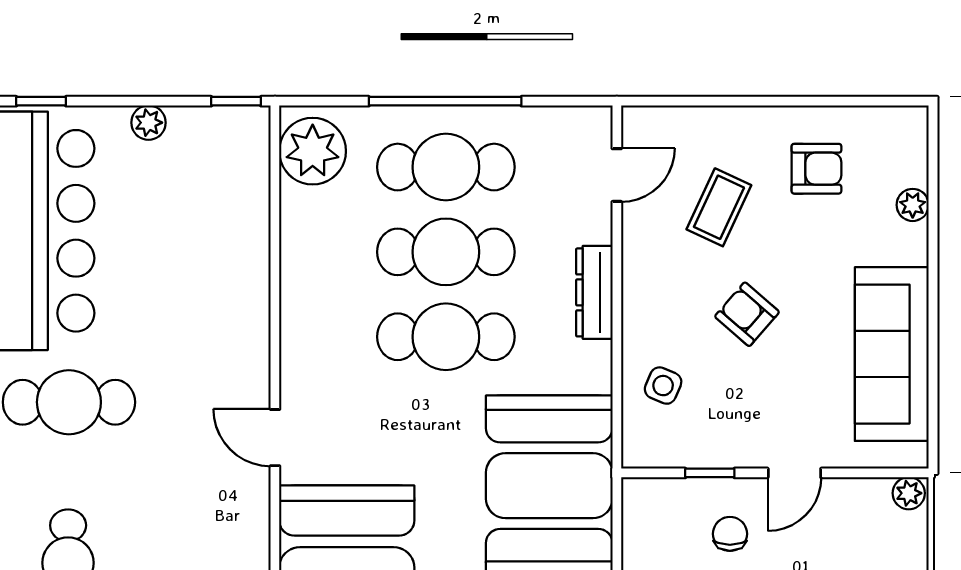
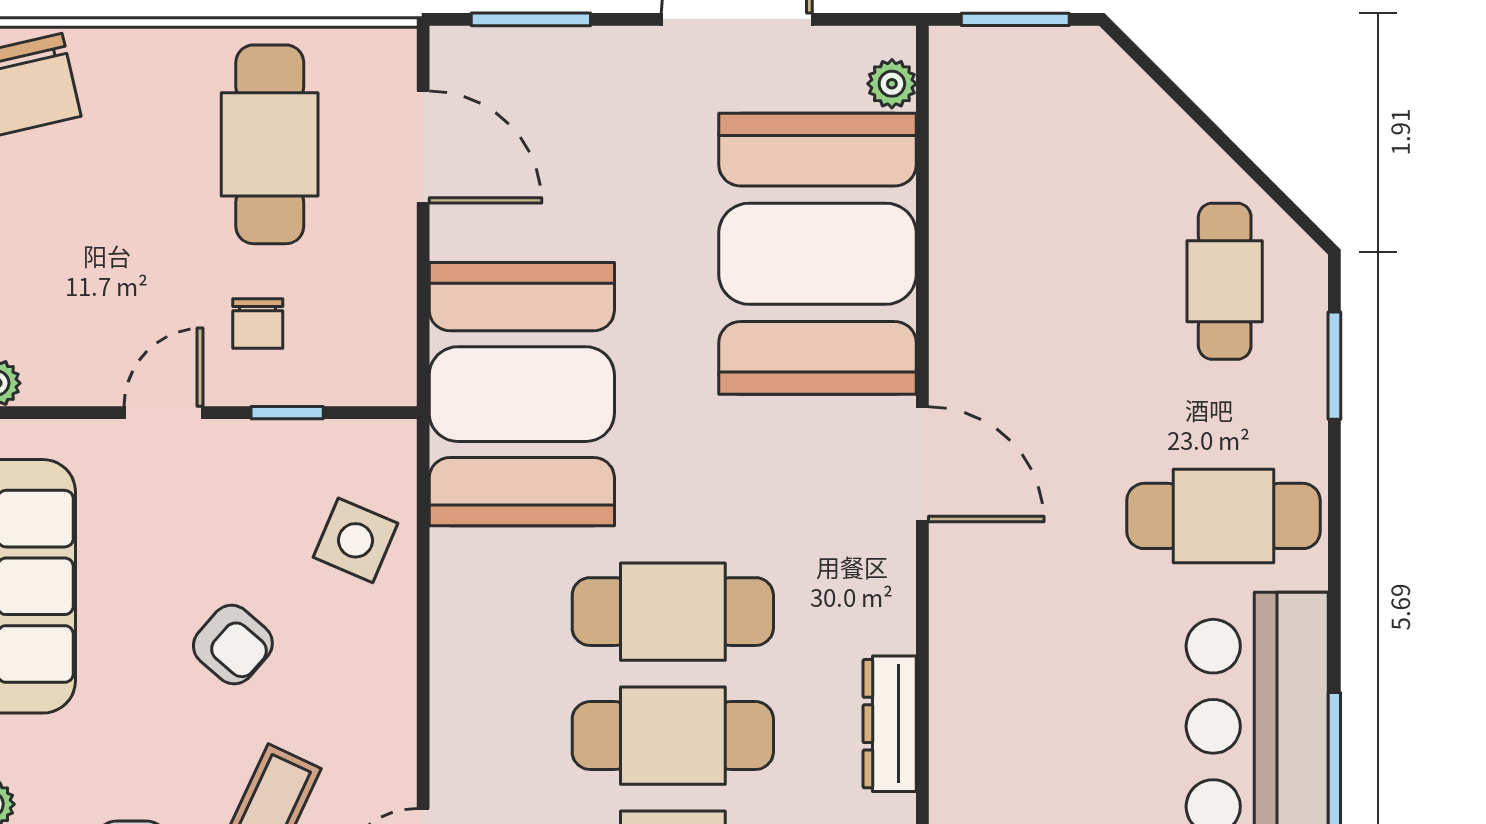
dresser: (594, 292) -> (890, 724), moved, turned 180
side table: (663, 386) -> (355, 540), width x1.37, depth x1.37
door: (275, 438) -> (922, 464), width x1.38

